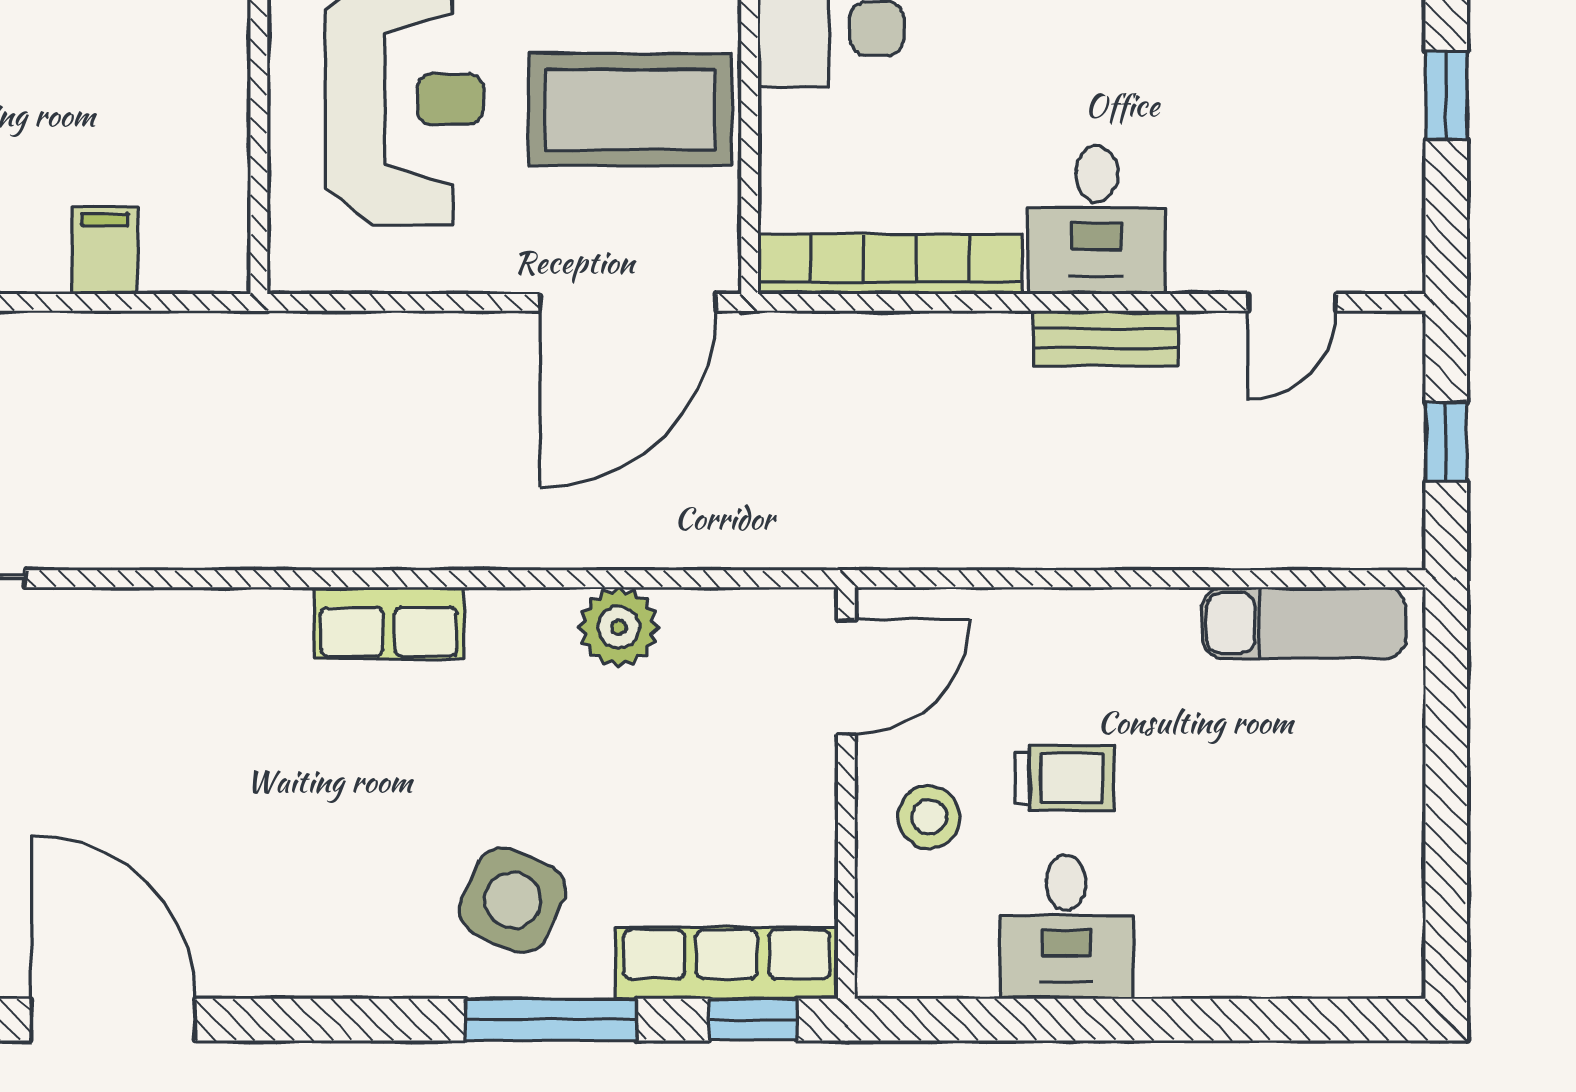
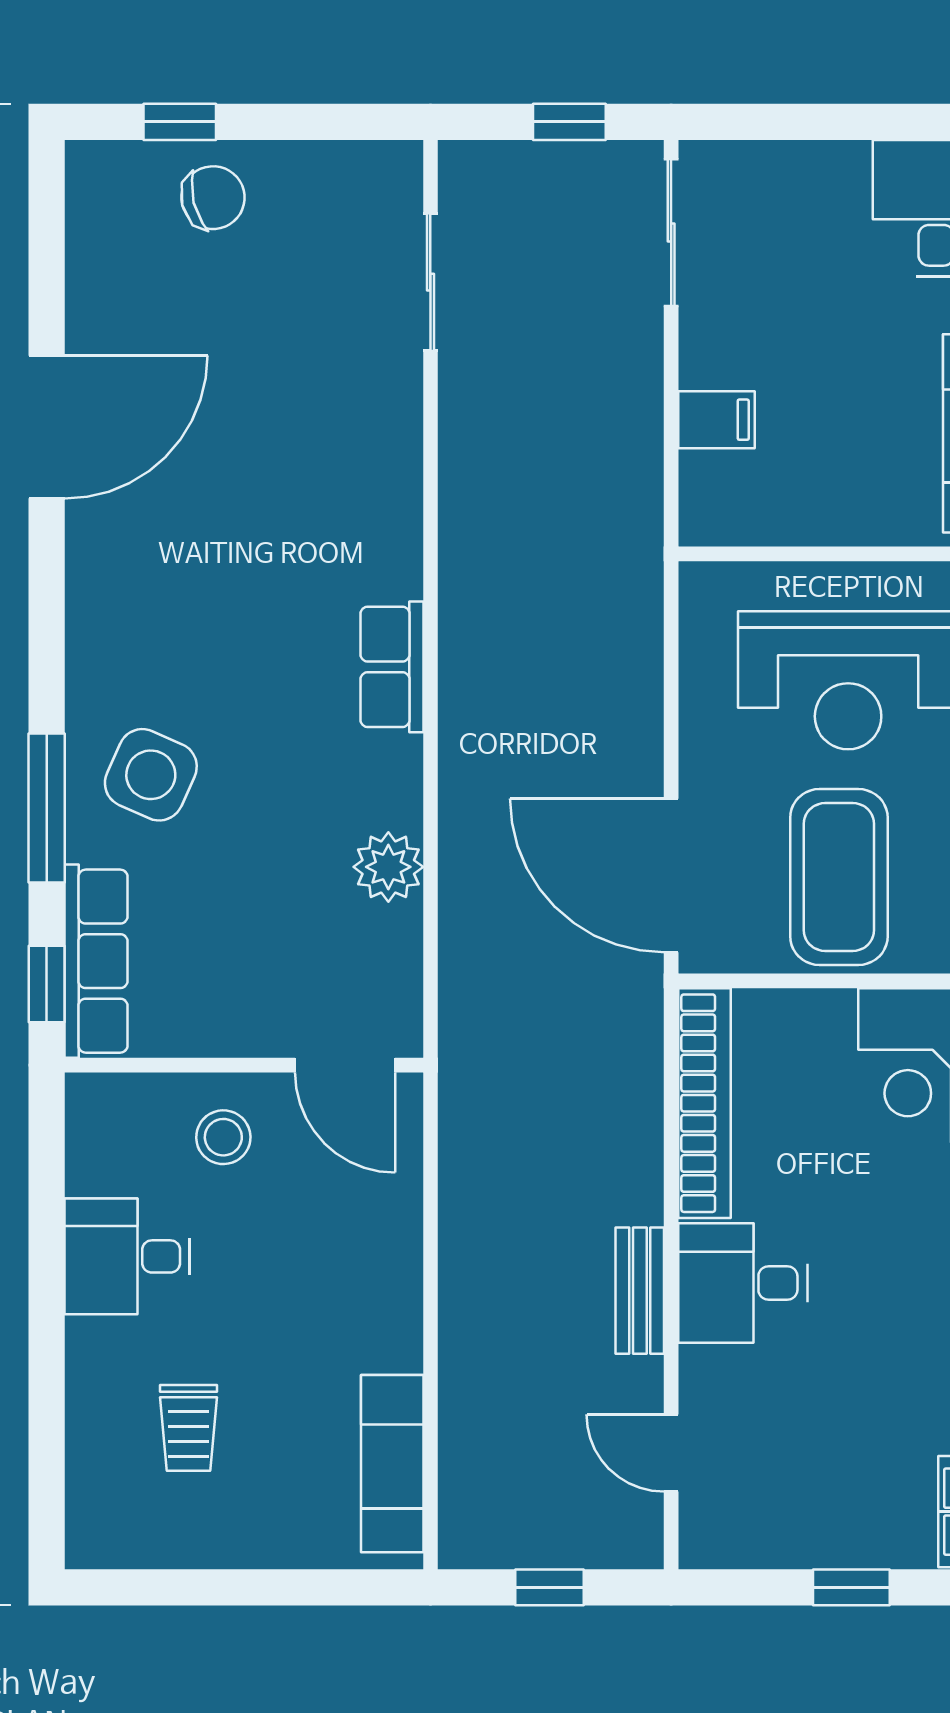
trolley: (1065, 778) -> (189, 1428), moved

